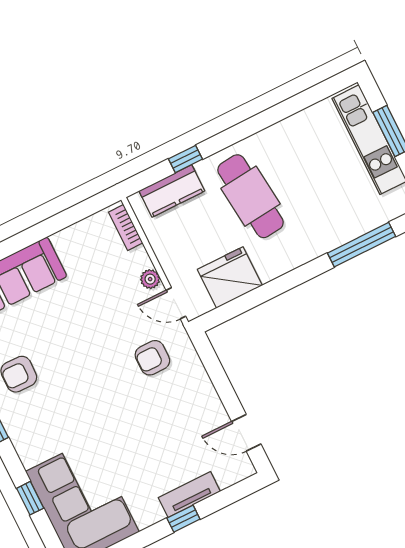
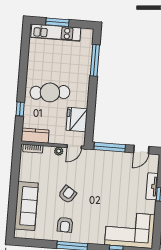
kitchen counter: (172, 191) -> (35, 136), moved, turned -90
armchair: (152, 358) -> (67, 194), moved, turned -147
window: (215, 371) -> (110, 147), added

